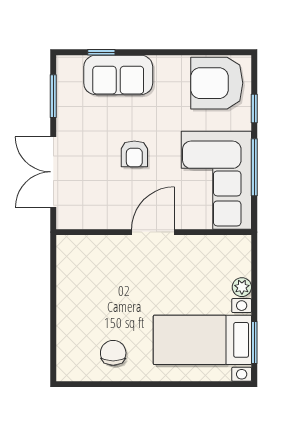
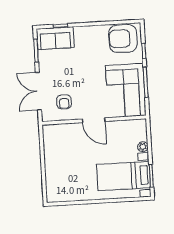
sofa: (118, 75) -> (55, 38), moved
armchair: (134, 154) -> (64, 102), moved
door: (153, 232) -> (94, 120), swing flipped
chair: (113, 353) -> (76, 186), removed

